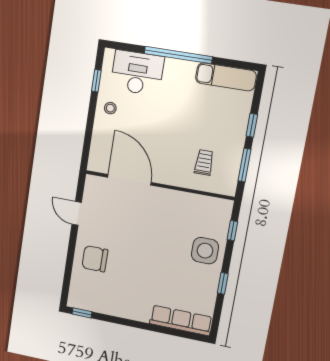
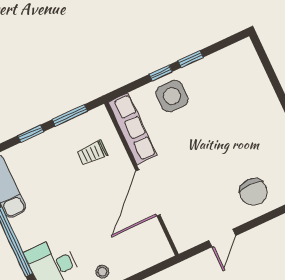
door: (129, 180) -> (148, 193), moved
window: (232, 231) -> (161, 73), moved
row of seats: (181, 320) -> (132, 129), moved, turned 180

